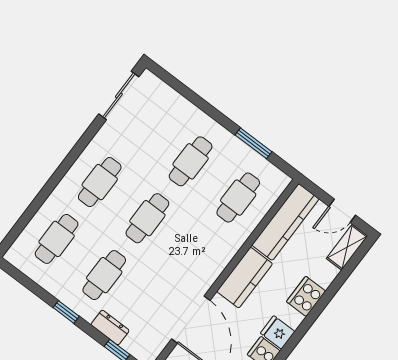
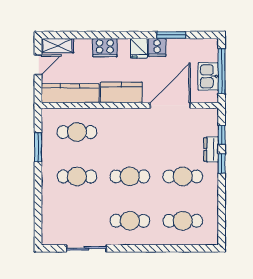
sliding door: (119, 95) -> (86, 248), moved
door: (342, 211) -> (38, 65), hinge flipped
window: (66, 312) -> (222, 163), moved

